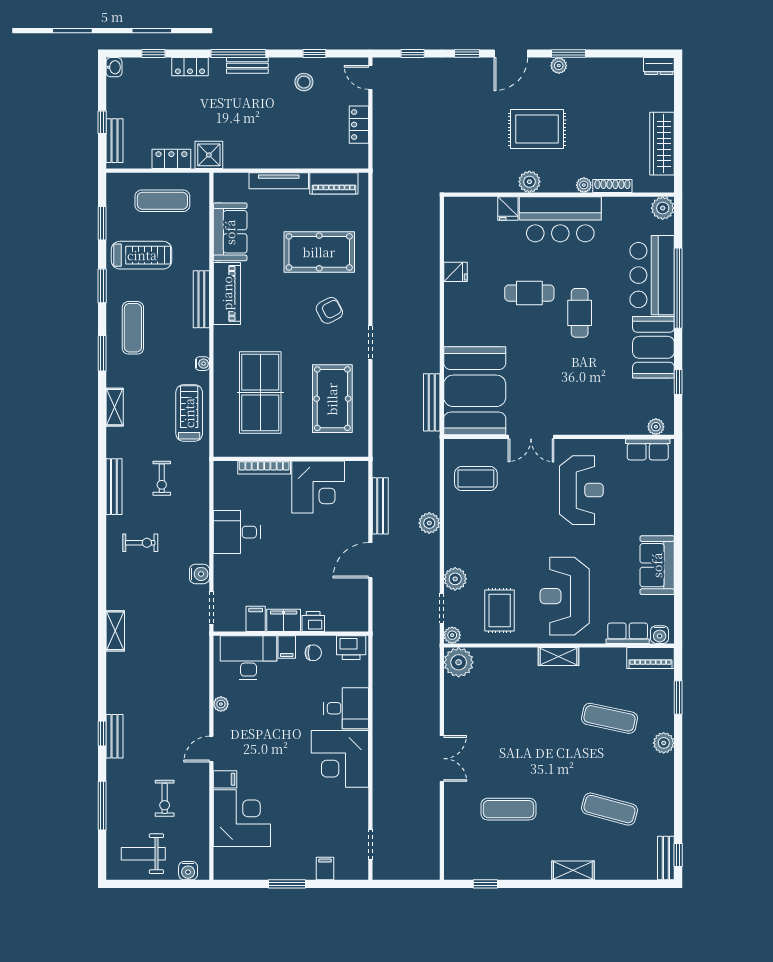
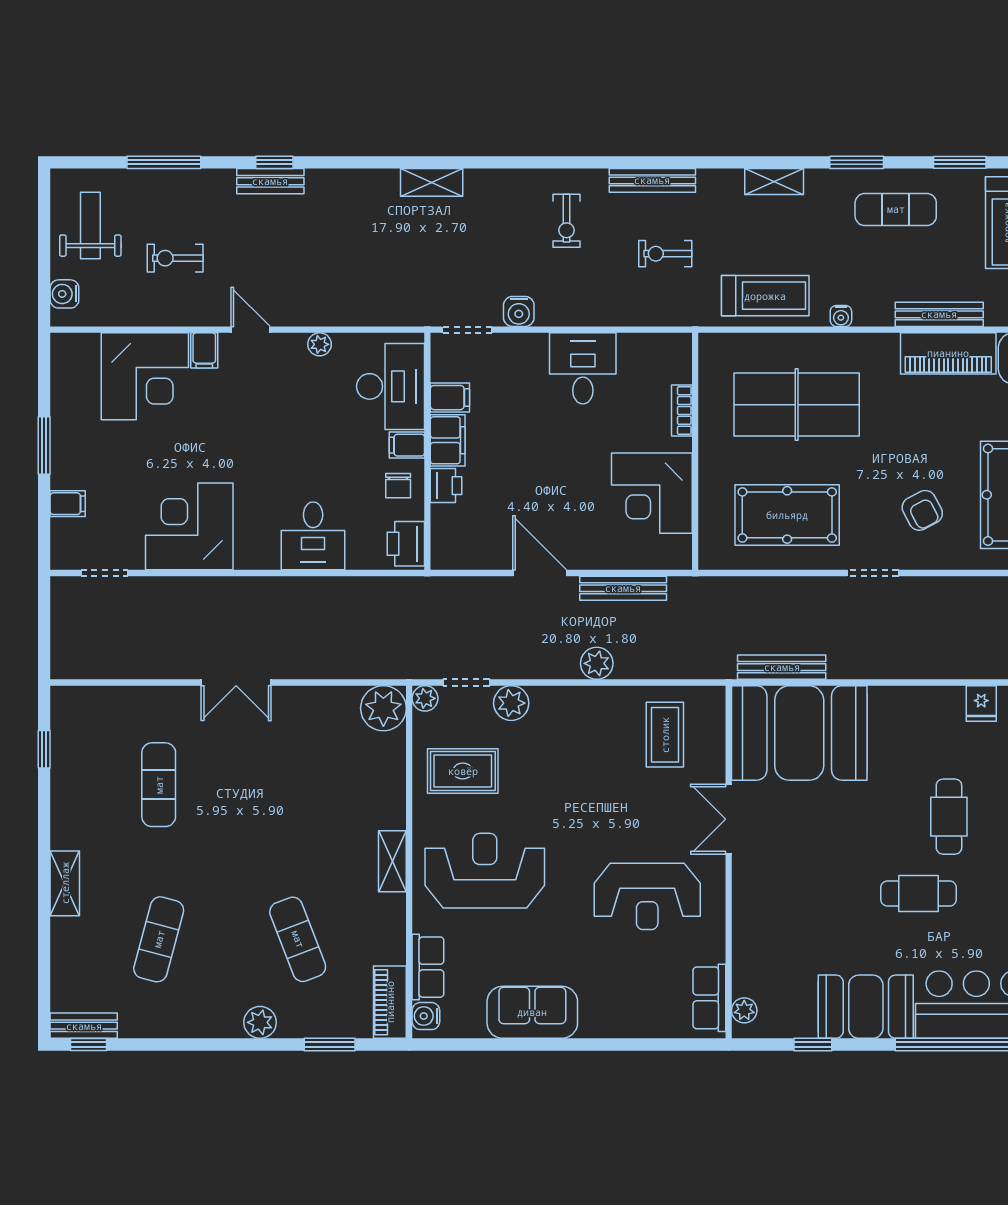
bookcase: (264, 467) -> (682, 410), width x0.64
exercise mat: (610, 718) -> (298, 939), turned -33
corner desk: (340, 759) -> (189, 526), moved

